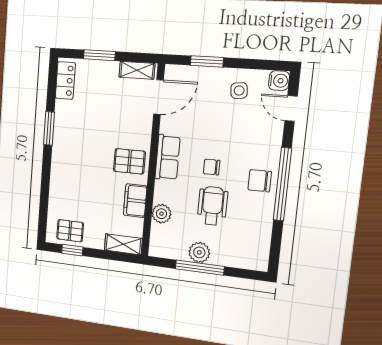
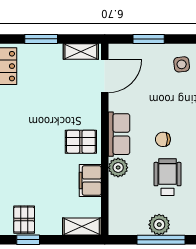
plant: (161, 214) -> (118, 168), moved
pallet: (70, 231) -> (24, 220), turned 90

